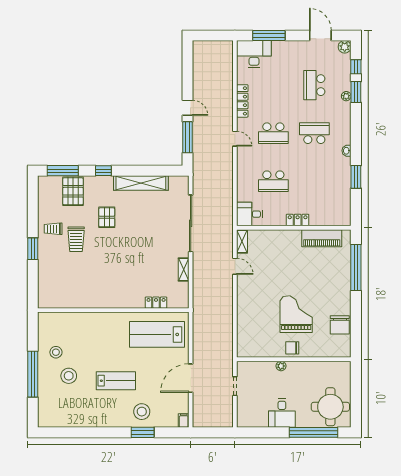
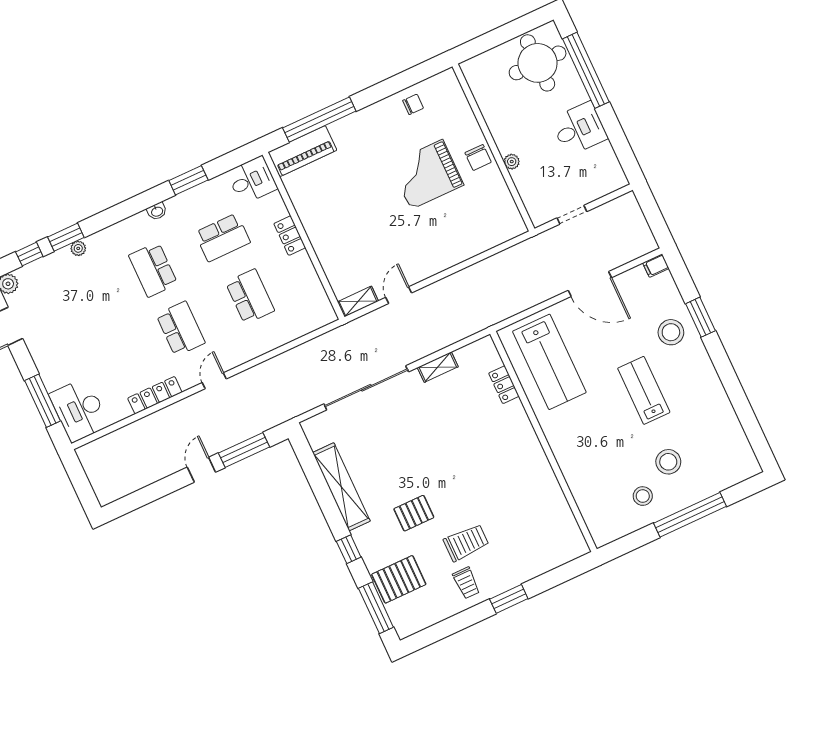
school desk: (314, 85) -> (223, 237), moved
desk: (250, 214) -> (252, 180), moved, turned -90
piano: (322, 238) -> (302, 151), moved, turned 90
chair: (340, 325) -> (413, 104), width x0.54, depth x0.54

